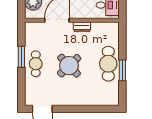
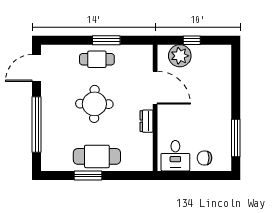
round table: (69, 66) -> (94, 104), turned 45
window: (84, 109) -> (37, 125), added

